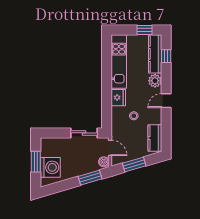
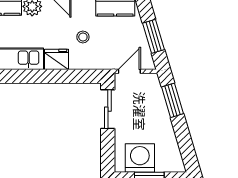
boiler: (104, 162) -> (150, 80), removed
washing machine: (50, 167) -> (140, 158), moved

